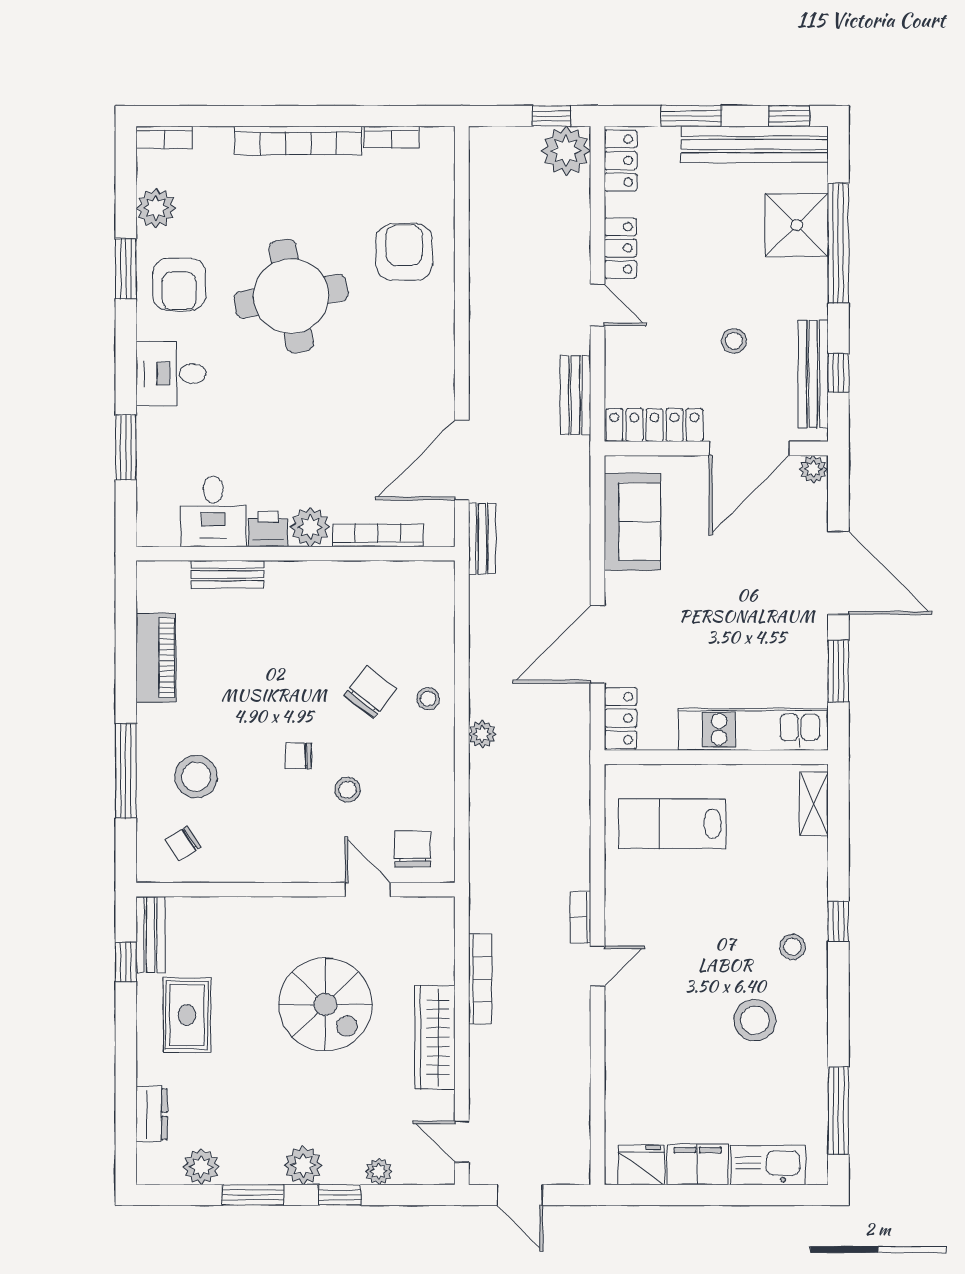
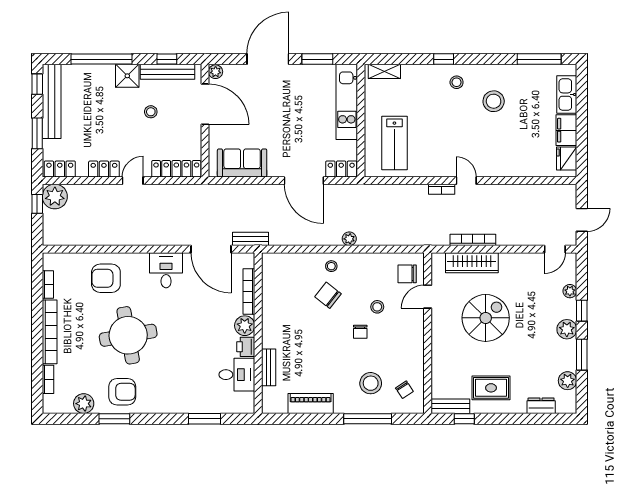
bookcase: (164, 137) -> (48, 379), moved
shower: (797, 225) -> (127, 76), moved, width x0.73, depth x0.73
desk: (171, 374) -> (166, 270), moved, turned 180
bench: (576, 395) -> (178, 192), removed
locker: (654, 425) -> (176, 169), moved, turned 90
wardrobe: (435, 1037) -> (472, 263), moved

